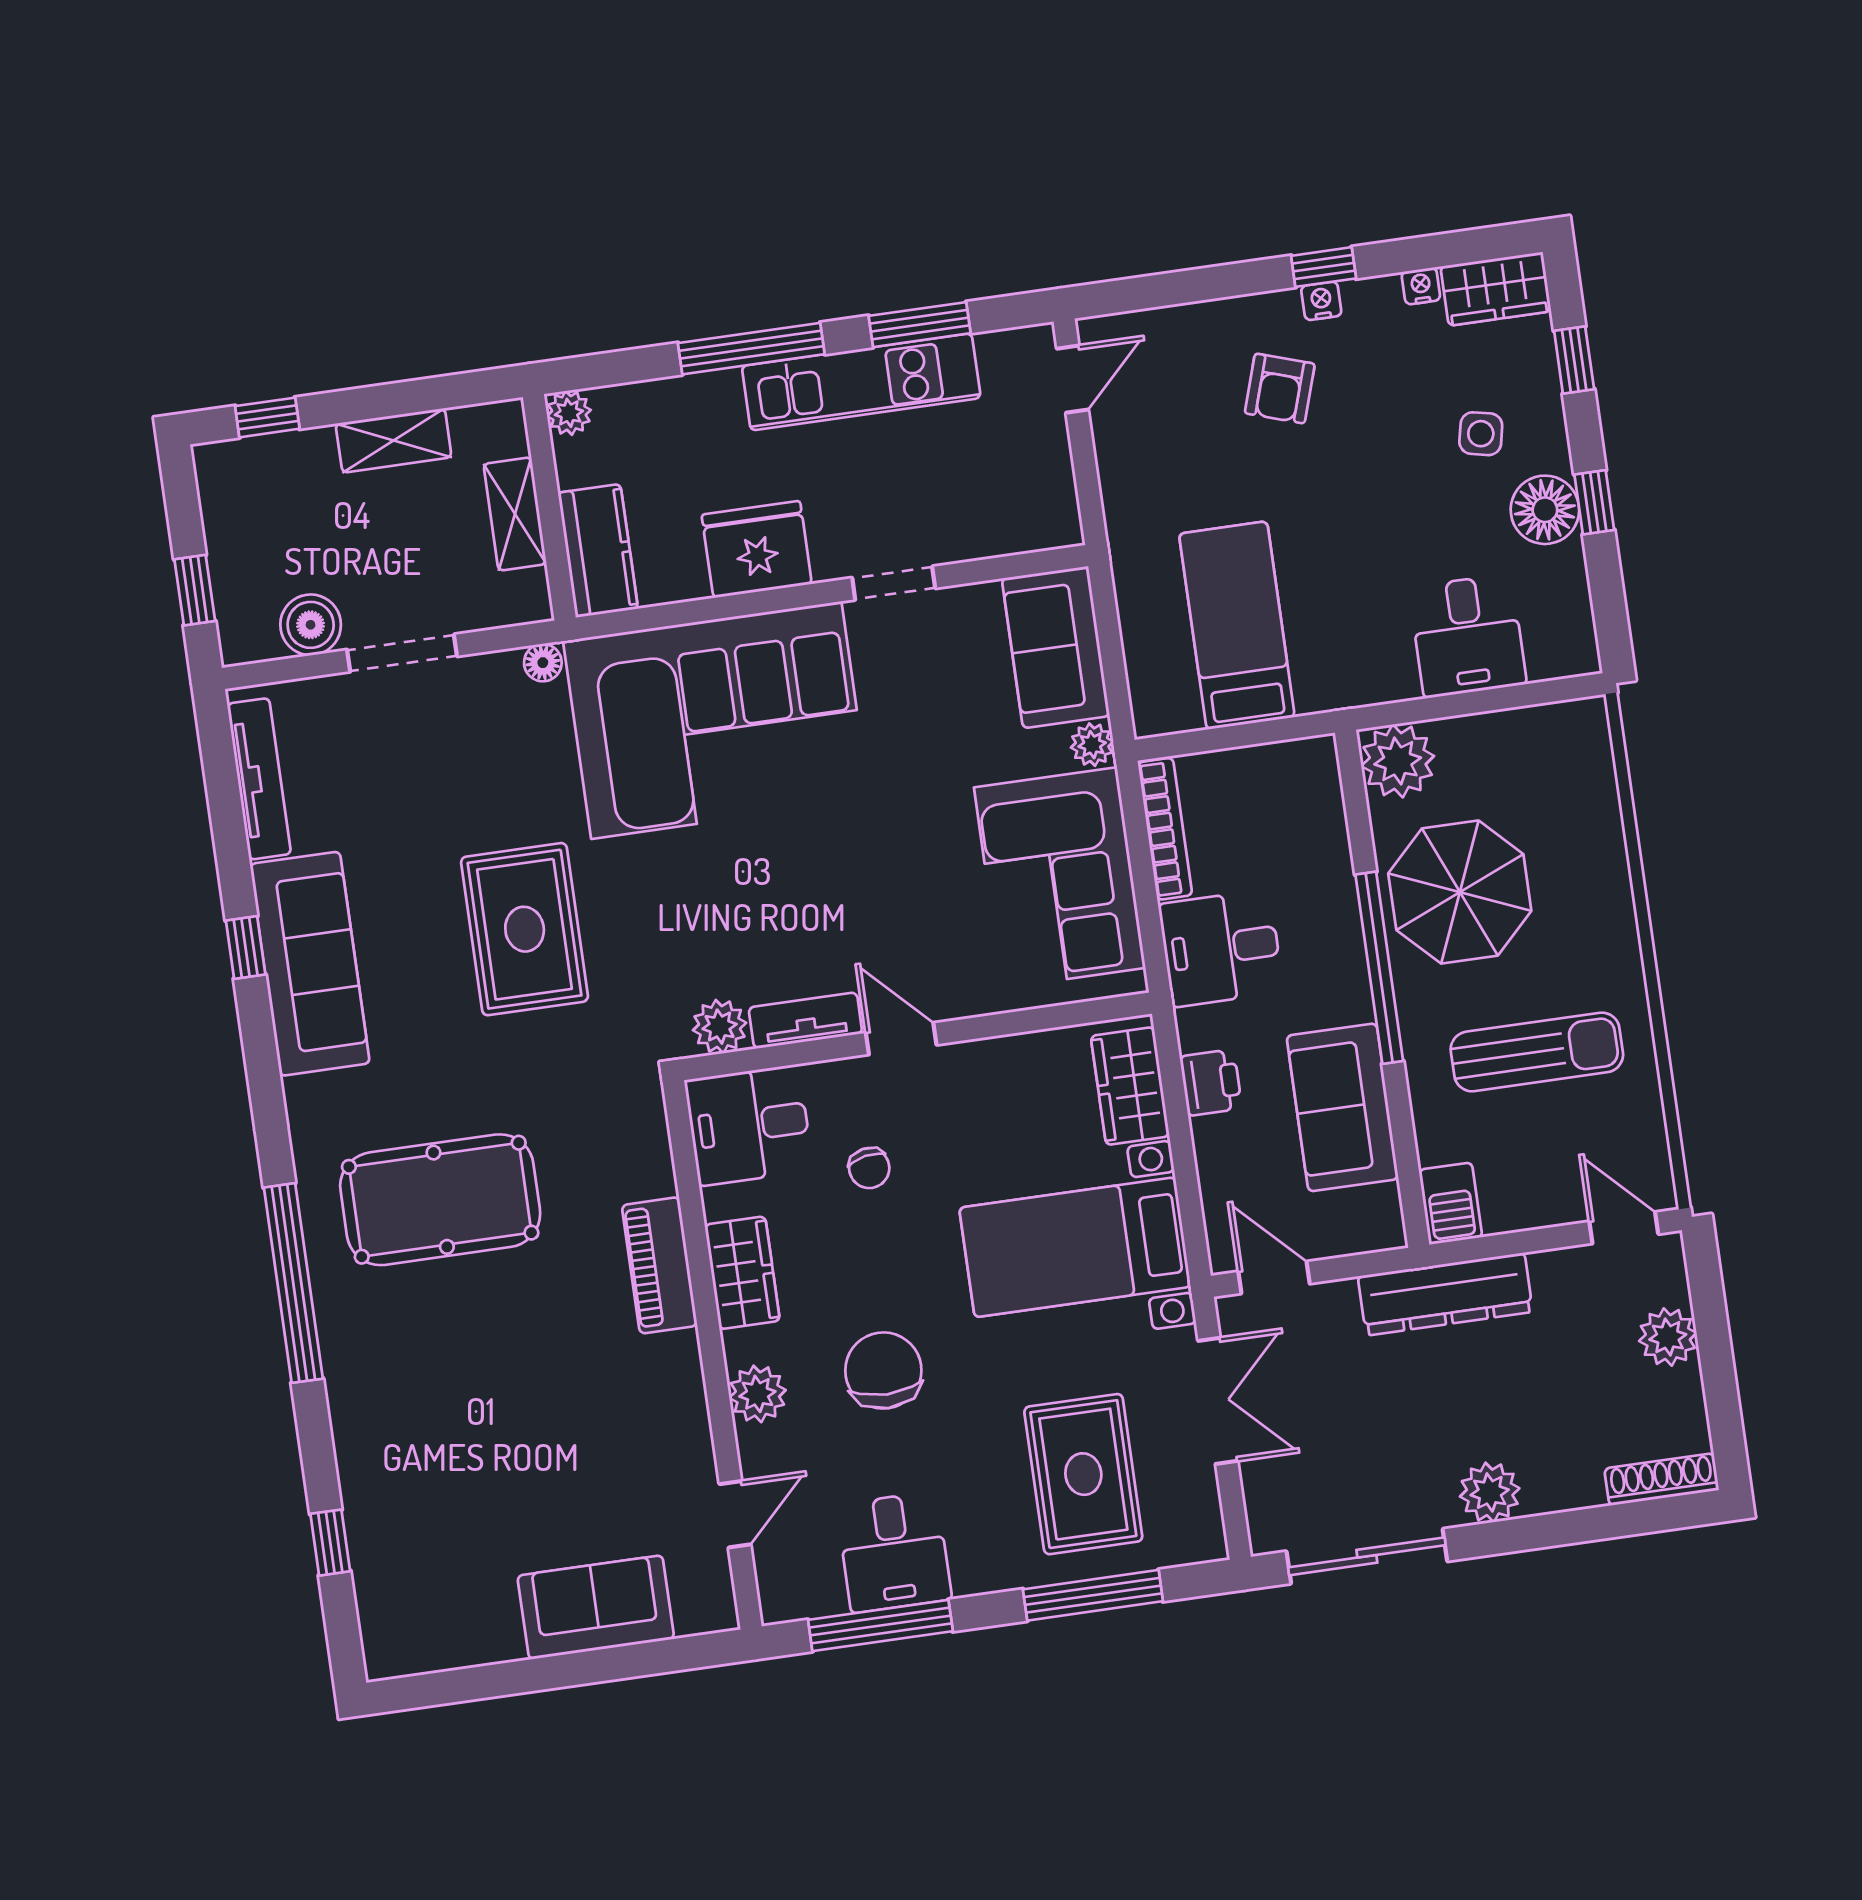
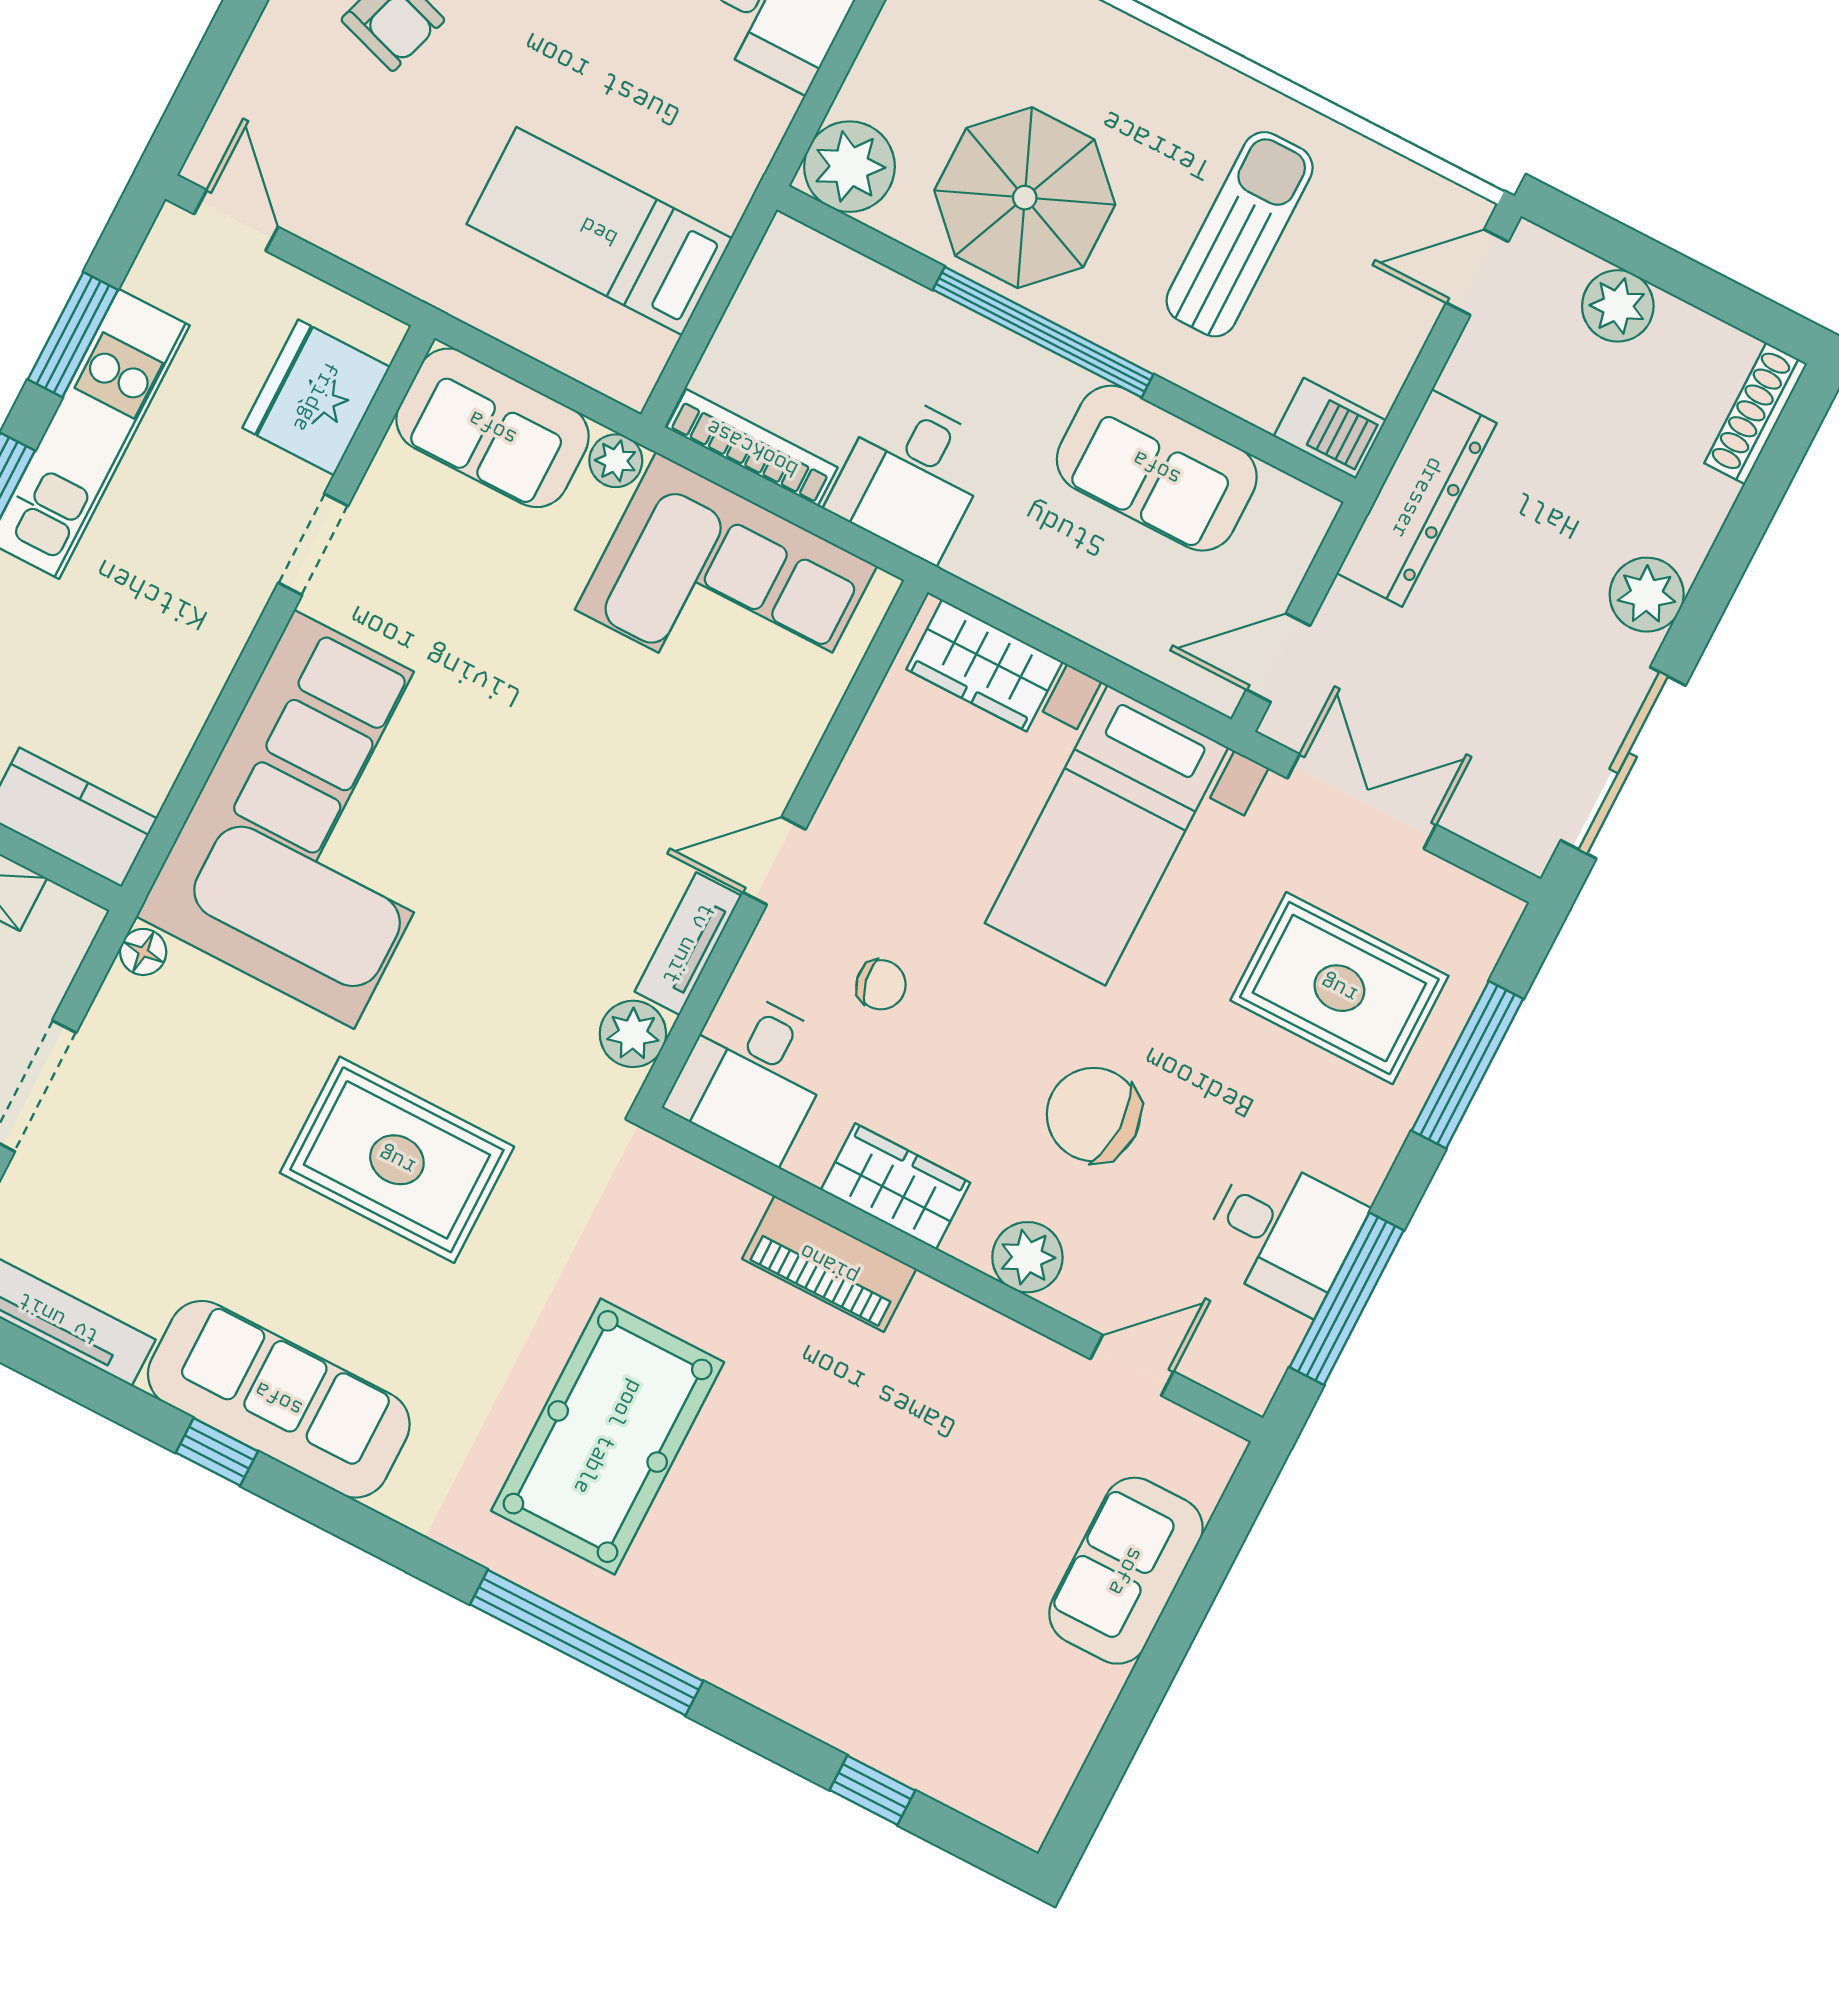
fridge: (757, 549) -> (316, 397), moved
printer: (1211, 1083) -> (1038, 582), removed
door: (735, 1514) -> (1132, 1365), hinge flipped

